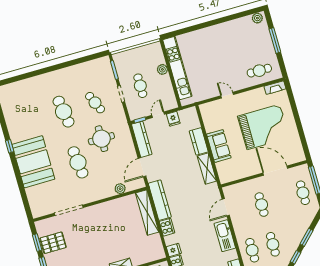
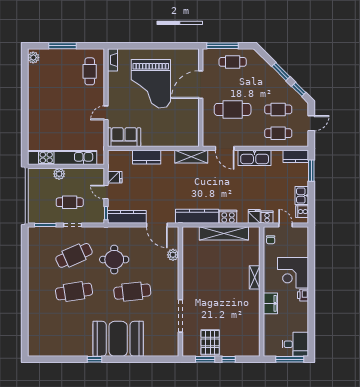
cafe table: (95, 103) -> (74, 255), width x1.37, depth x1.35
grand piano: (264, 127) -> (151, 84), turned 180
sofa: (219, 146) -> (124, 137), moved
shelving: (207, 169) -> (191, 157), moved
cafe table: (262, 205) -> (233, 109), width x1.37, depth x1.35
shelving: (147, 213) -> (224, 233), moved

